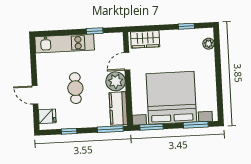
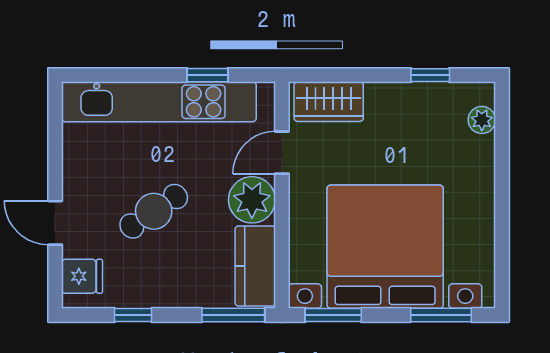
kitchen unit: (65, 43) -> (159, 102), width x1.36
cafe table: (75, 88) -> (154, 211), turned 56

